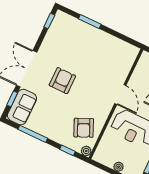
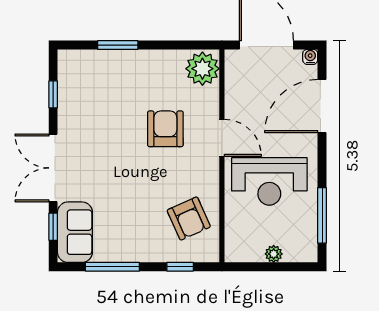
window: (49, 21) -> (53, 94), moved
armchair: (62, 81) -> (165, 129), moved
plant: (86, 151) -> (202, 69), moved, width x1.88, depth x1.88

